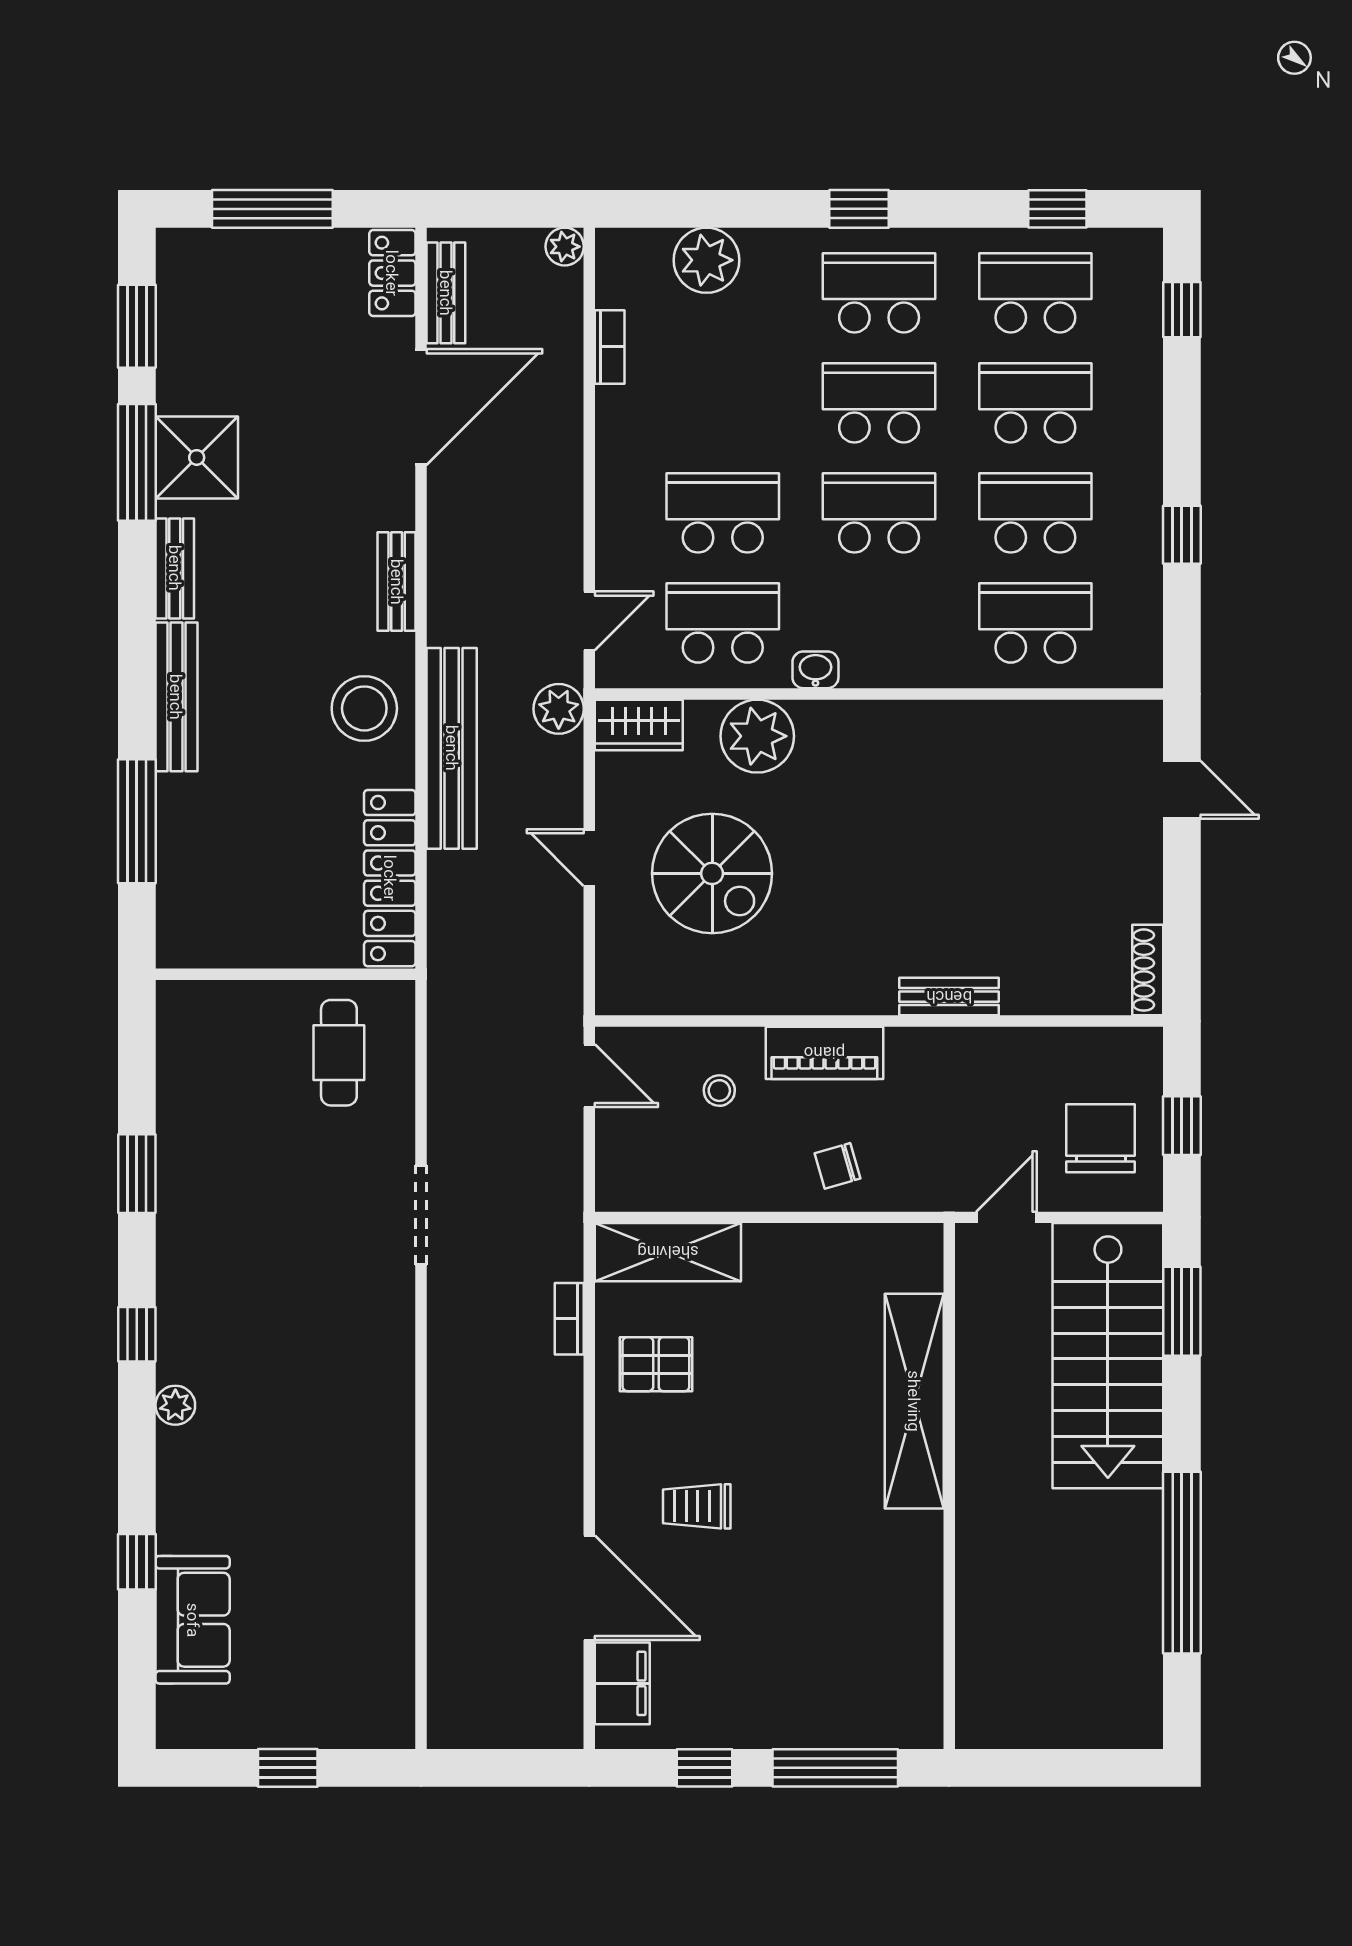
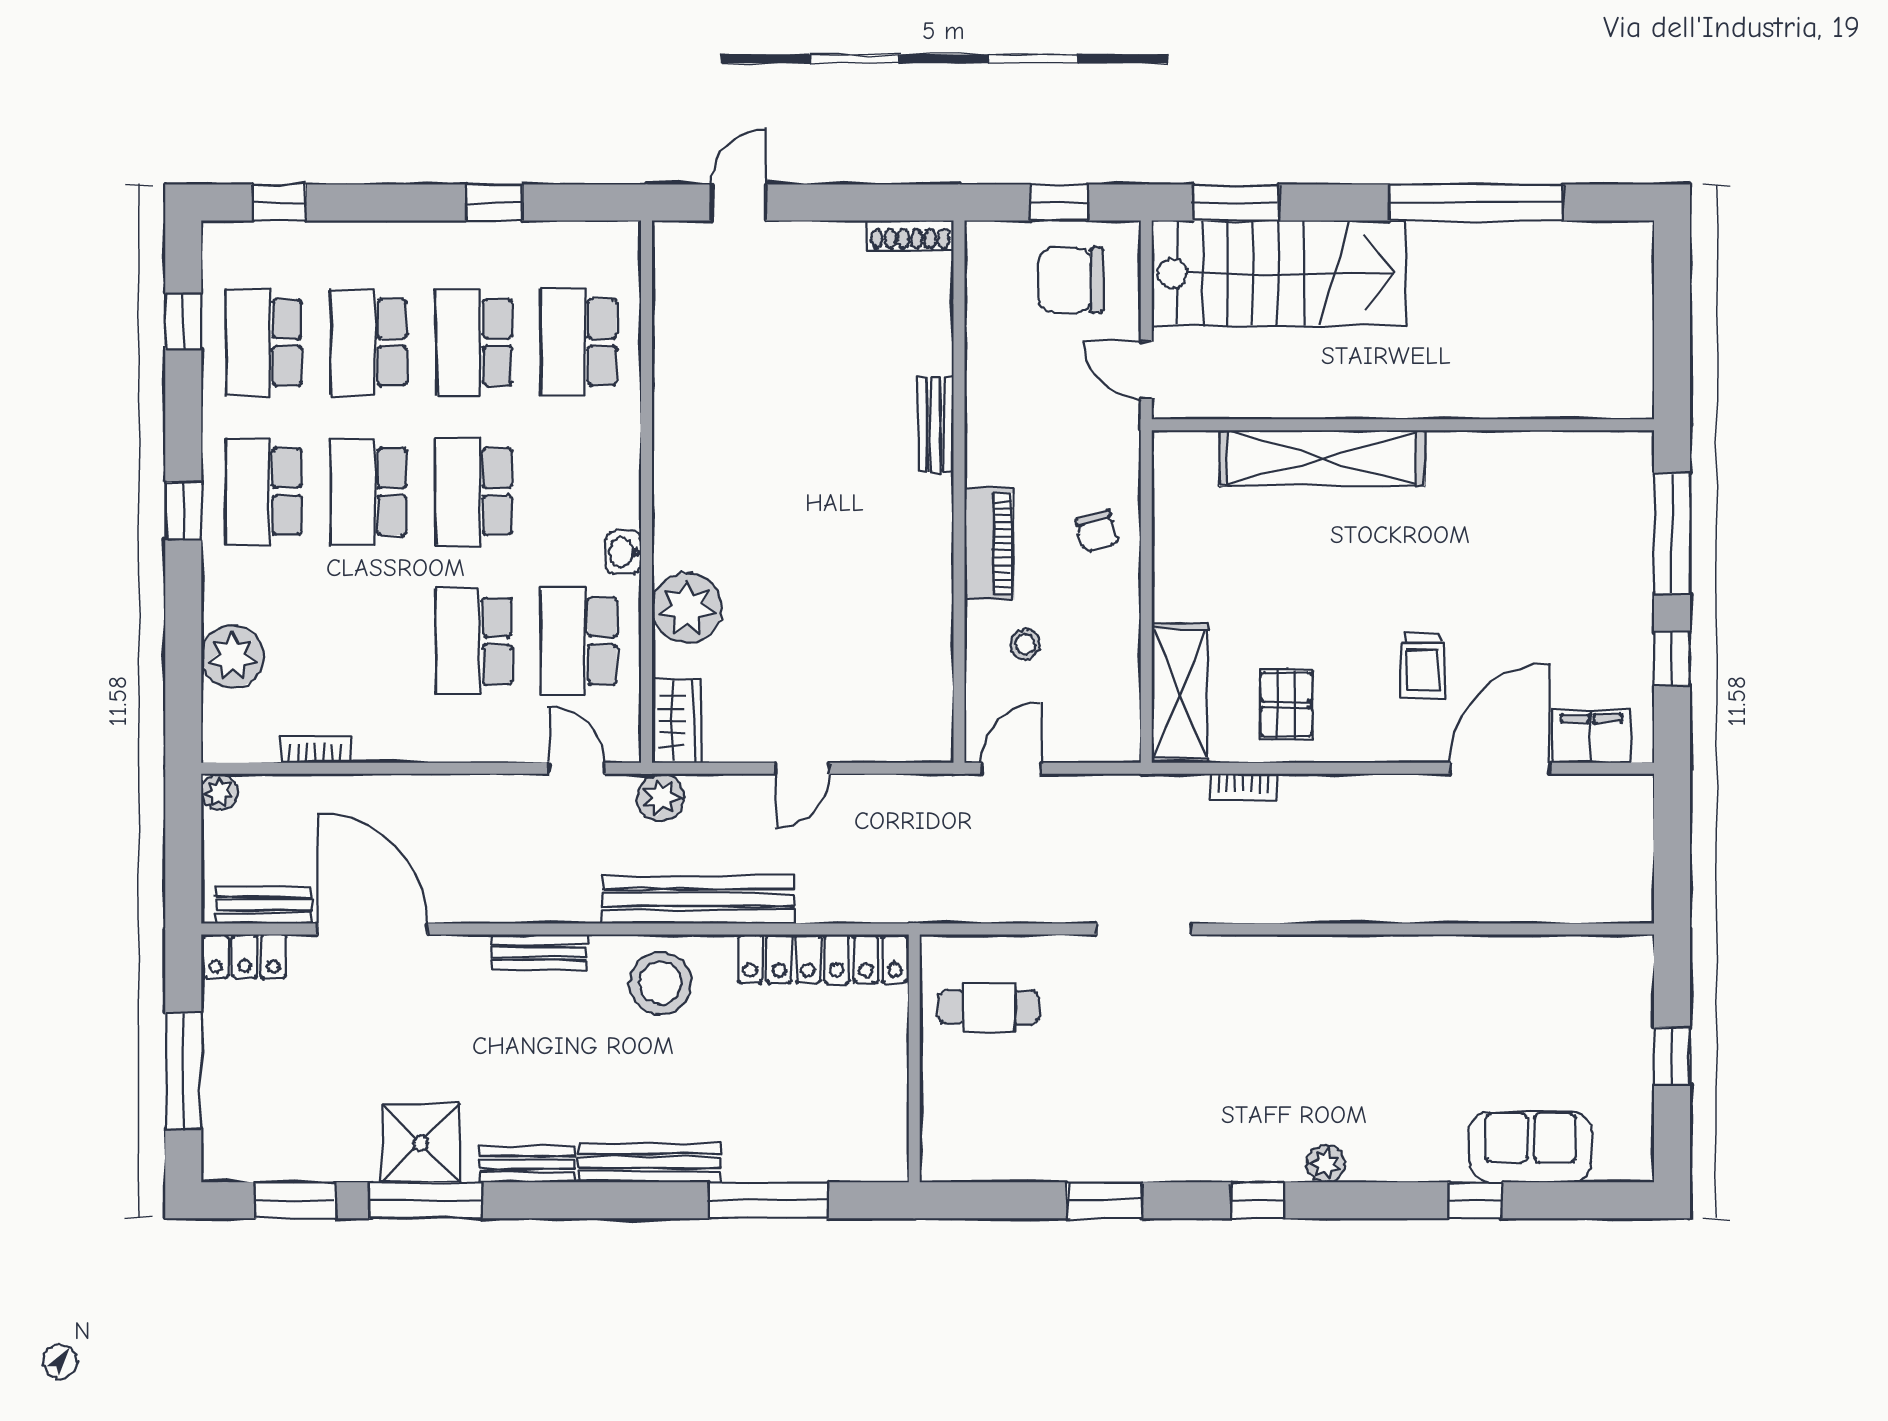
spiral stairs: (712, 873) -> (818, 651), removed

